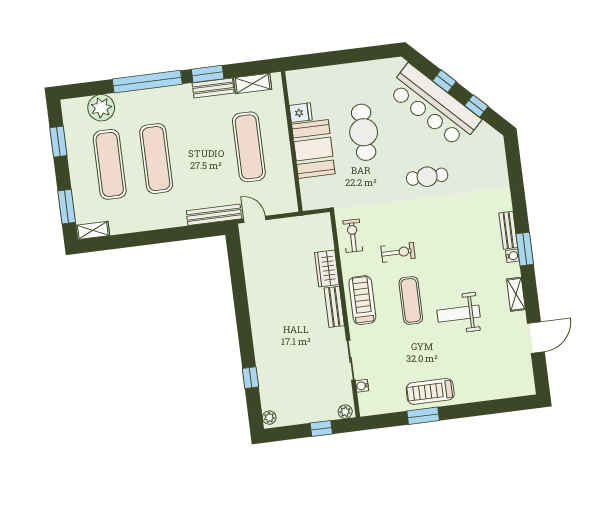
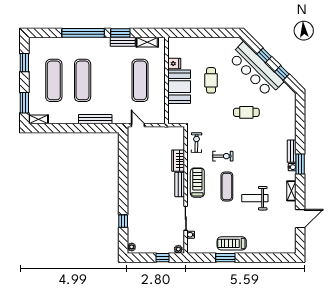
plant: (101, 108) -> (53, 45), removed
cafe table: (364, 132) -> (211, 80), width x0.73, depth x0.74
bench: (214, 215) -> (95, 119), moved

